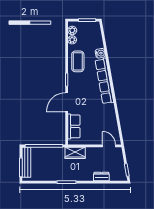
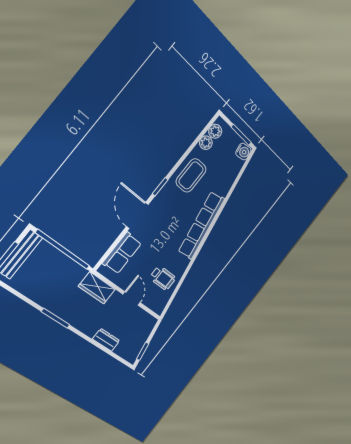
water cooler: (100, 53) -> (243, 152), moved
door: (67, 102) -> (137, 216), hinge flipped
wheelchair: (106, 123) -> (163, 278), added
door: (109, 146) -> (132, 298), moved

